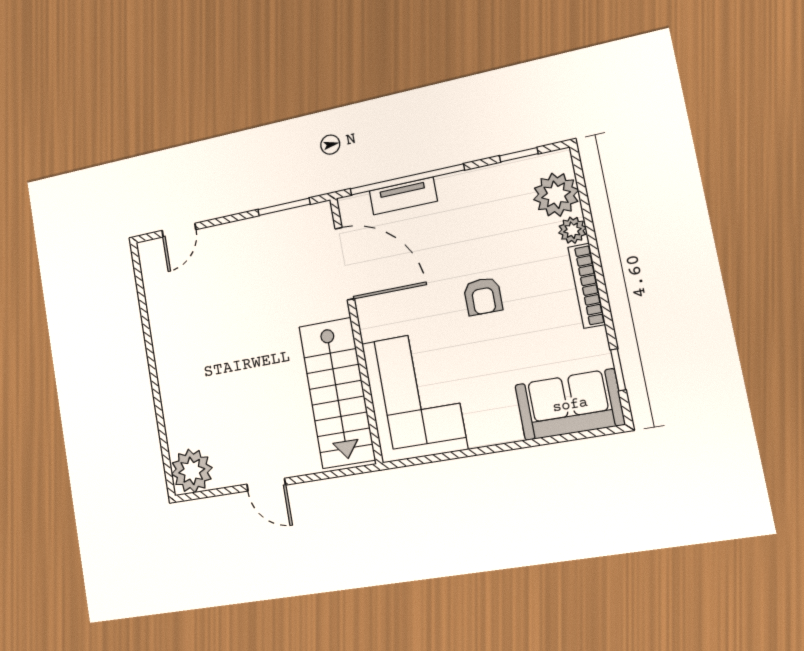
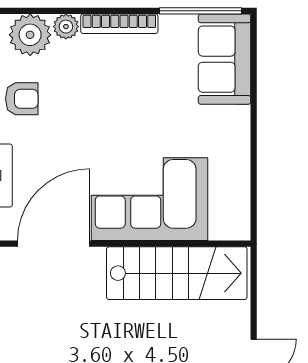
armchair: (483, 296) -> (22, 99), moved
window: (618, 370) -> (200, 11), width x2.17
corner sofa: (414, 396) -> (149, 199), moved

